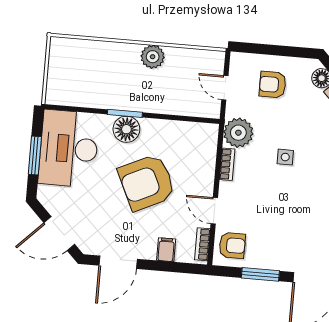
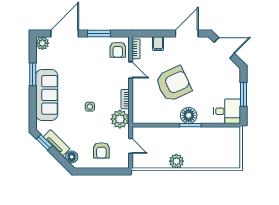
armchair: (273, 85) -> (101, 150), turned 90
desk: (69, 149) -> (227, 111), width x0.53, depth x0.77
armchair: (232, 245) -> (118, 50), turned -90

